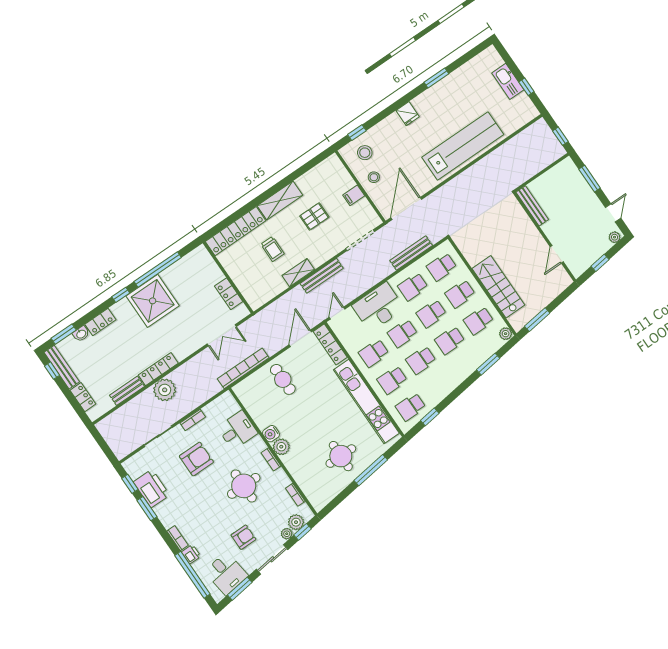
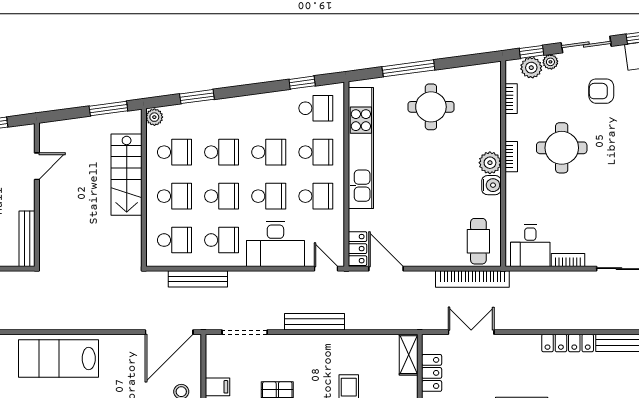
lab bench: (463, 146) -> (58, 358), width x0.73
shelving: (298, 273) -> (409, 355), moved, turned 90
door: (337, 313) -> (326, 269), swing flipped
door: (300, 338) -> (386, 269), swing flipped
locker: (330, 344) -> (357, 249), width x0.66
cafe table: (283, 379) -> (478, 241), moved
plant: (165, 390) -> (576, 315), removed
desk: (237, 430) -> (530, 246), moved, turned -90
armchair: (196, 459) -> (594, 214), removed

